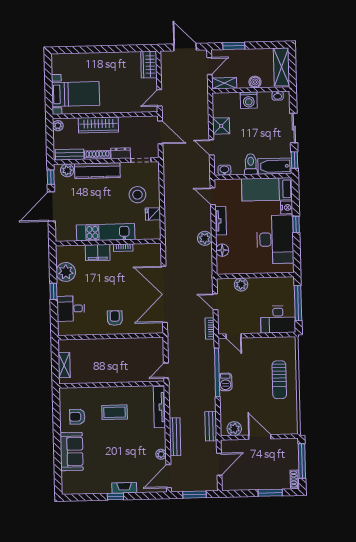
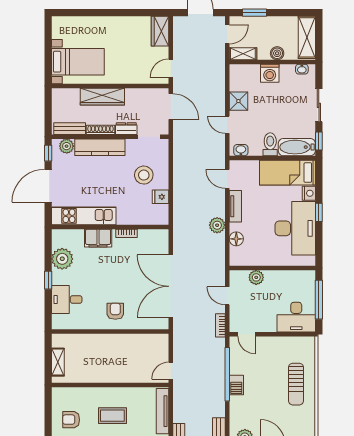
plant: (58, 126) -> (57, 96), removed
kitchen unit: (106, 232) -> (84, 216), moved

